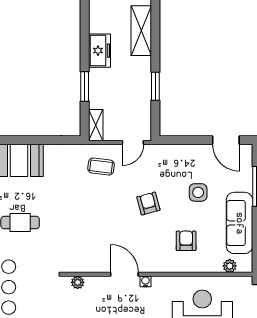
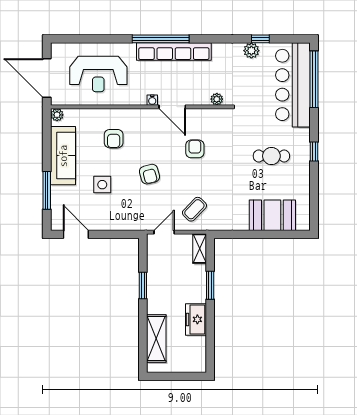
coffee table: (101, 167) -> (194, 209), turned -53
armchair: (101, 230) -> (195, 149), added
plant: (230, 266) -> (57, 115), moved

